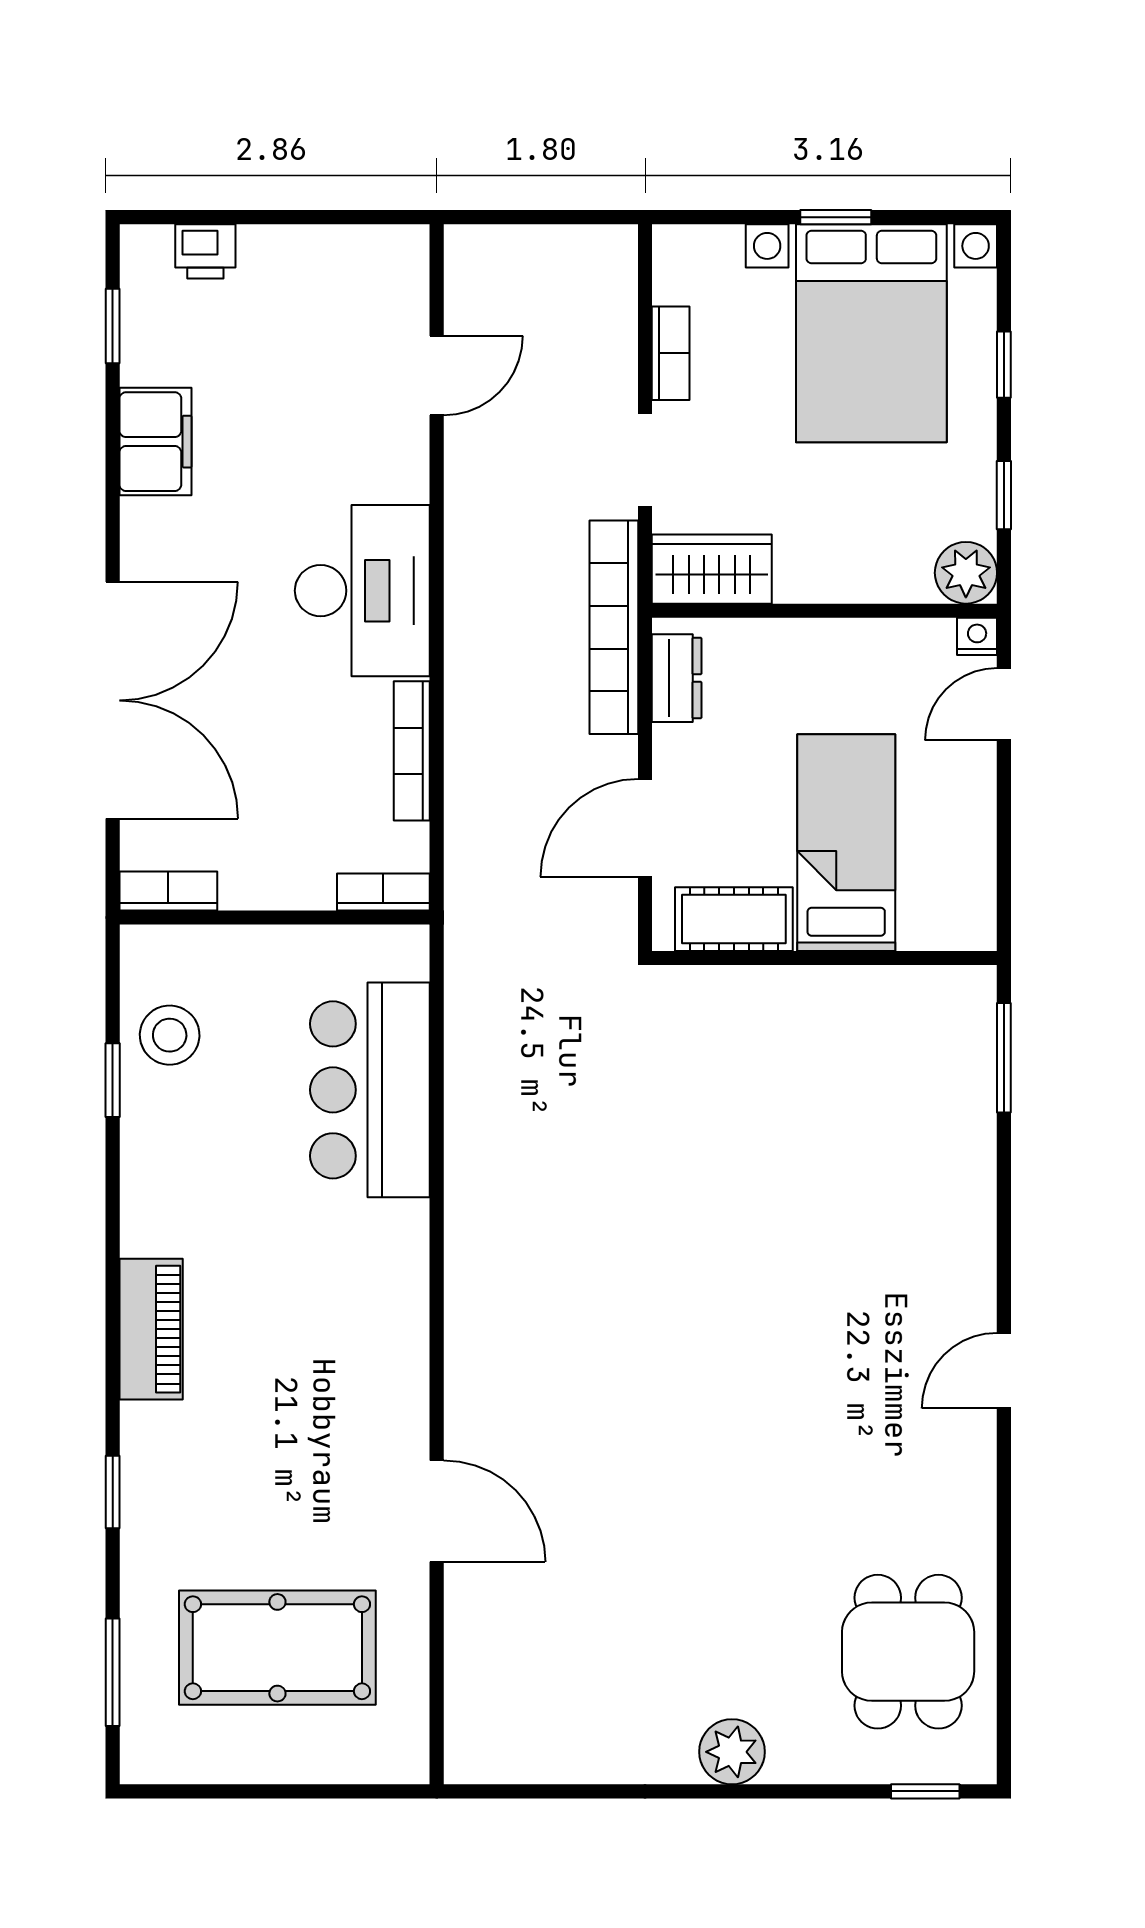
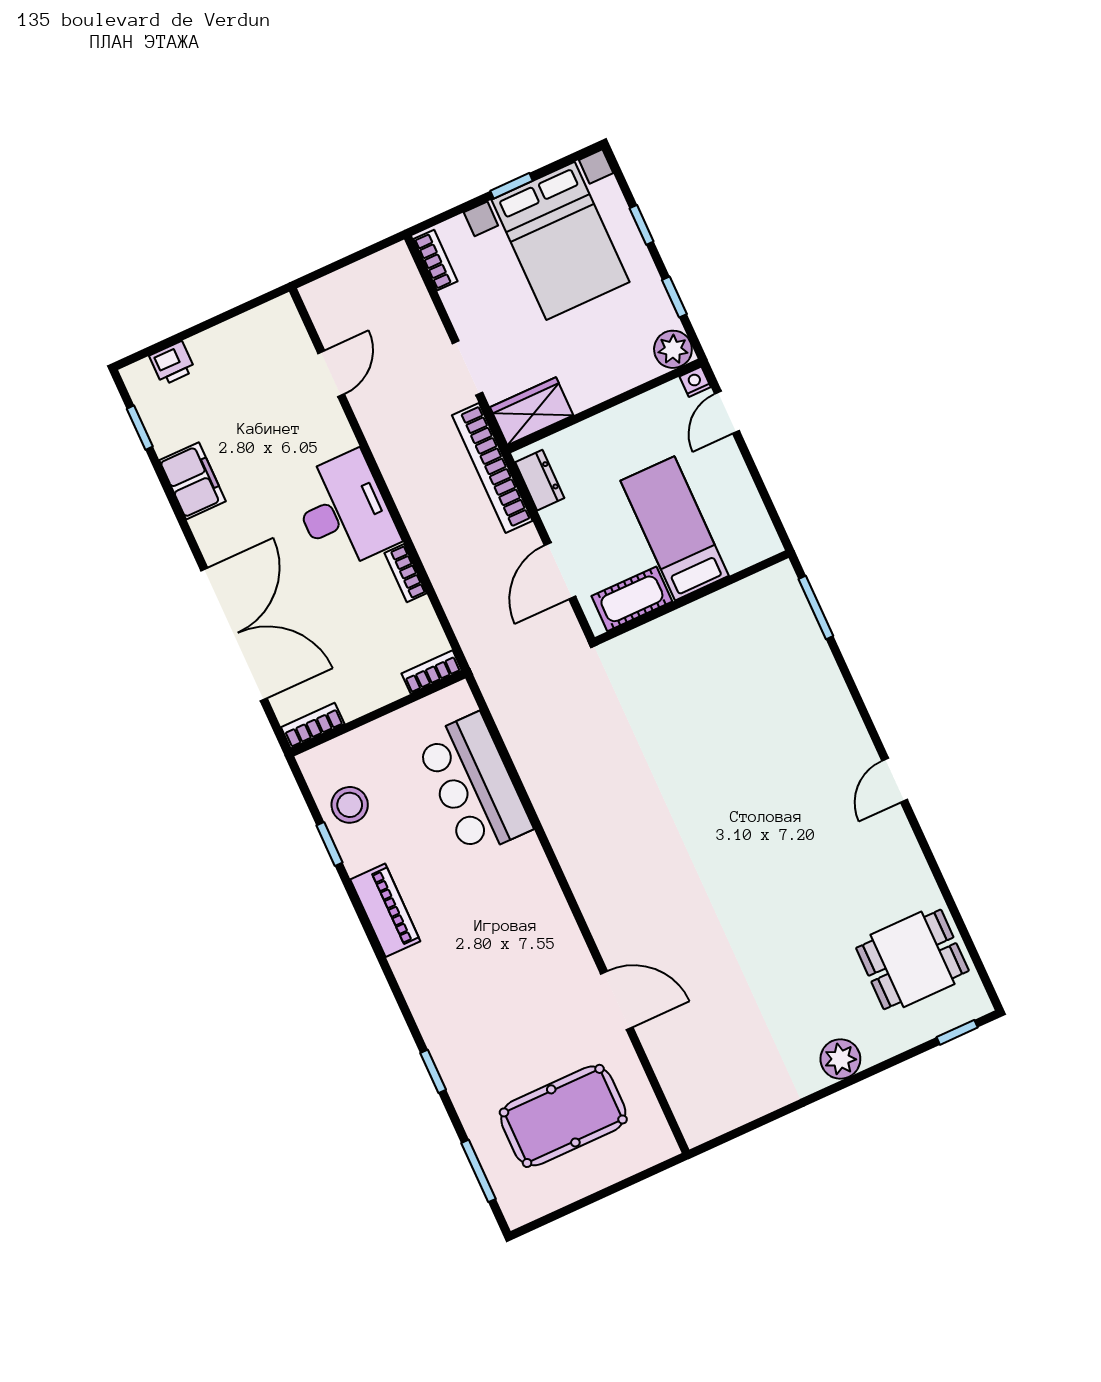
bookcase: (671, 353) -> (435, 260), moved
bookcase: (412, 751) -> (406, 573), width x0.64
piano: (151, 1329) -> (385, 910), moved
dining table: (908, 1652) -> (912, 959), turned 90

